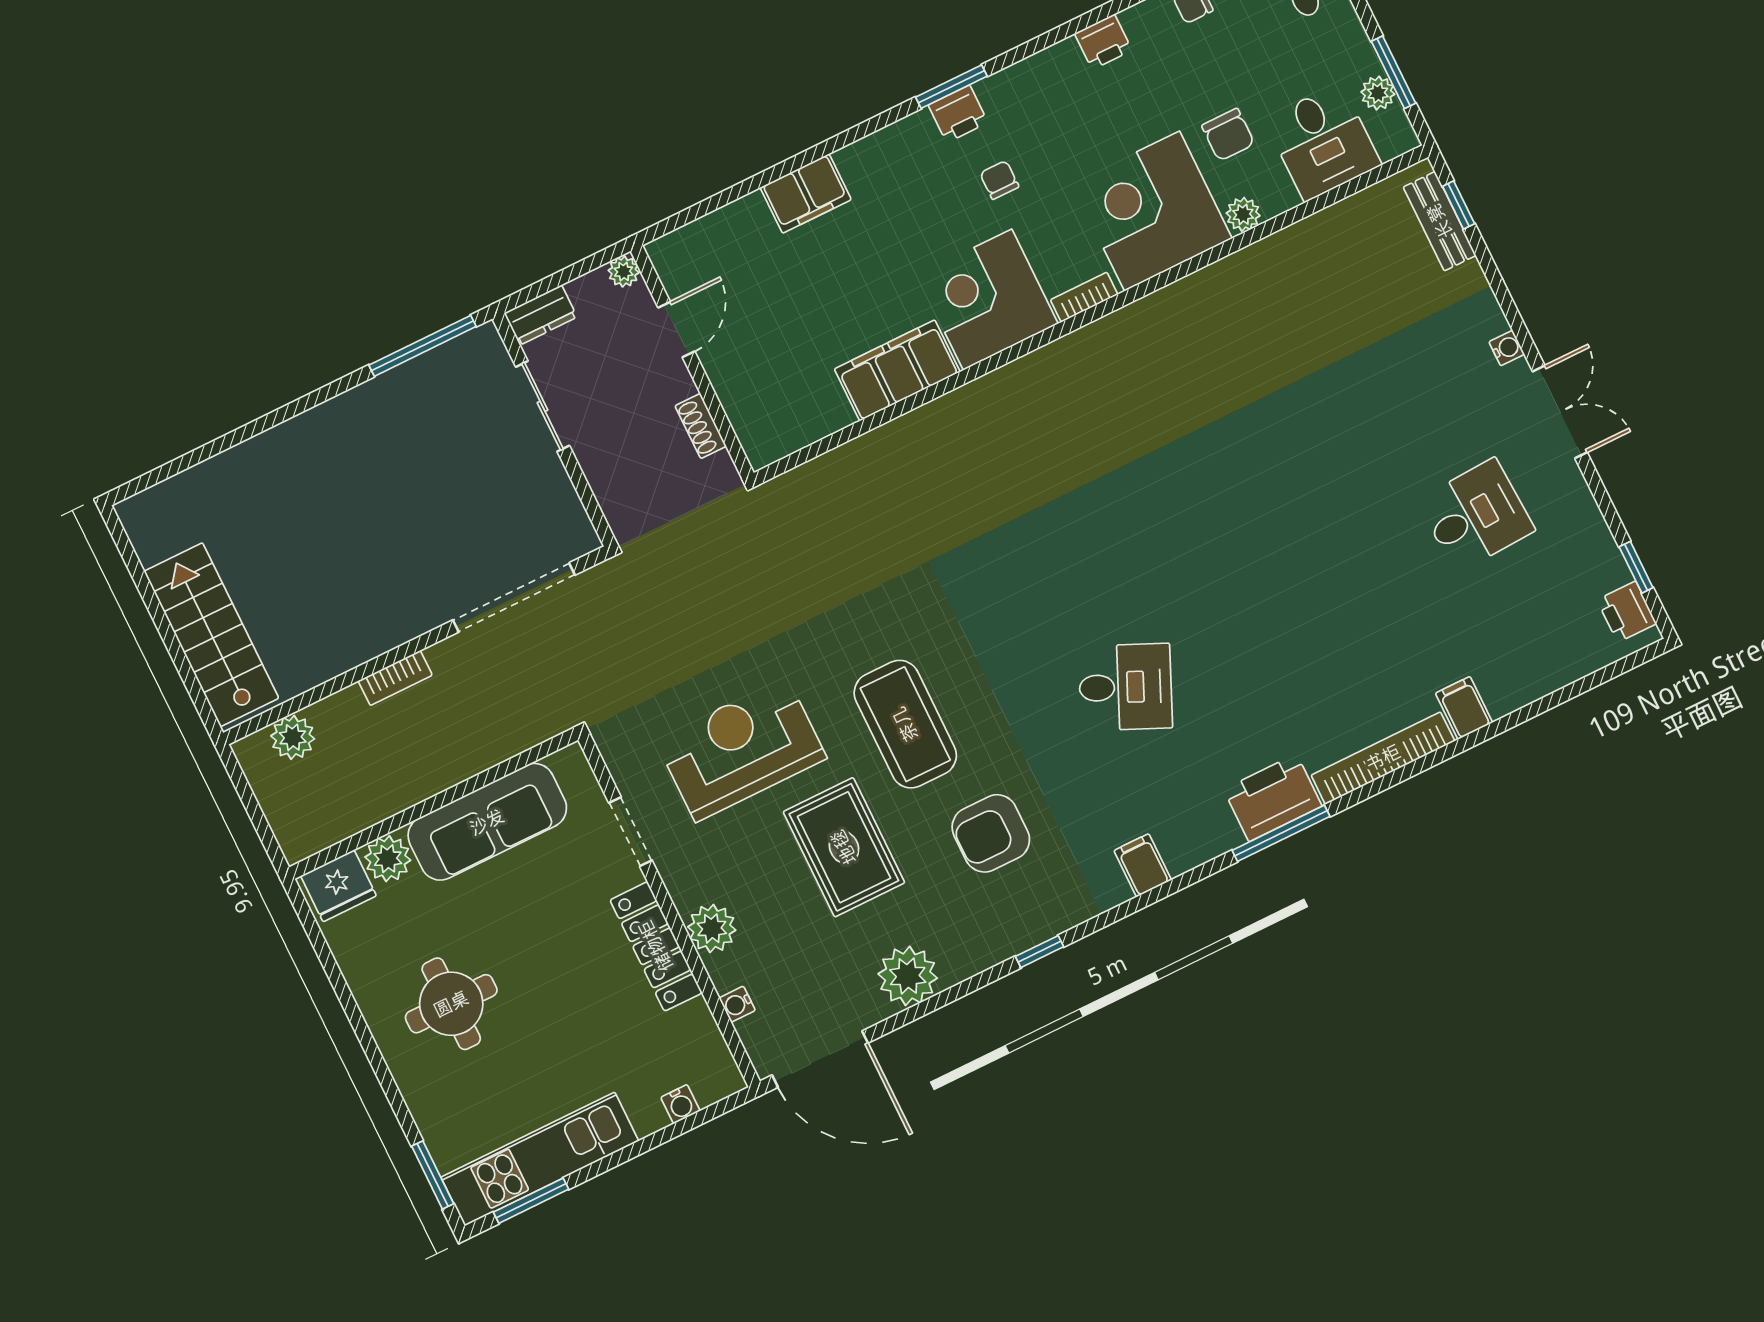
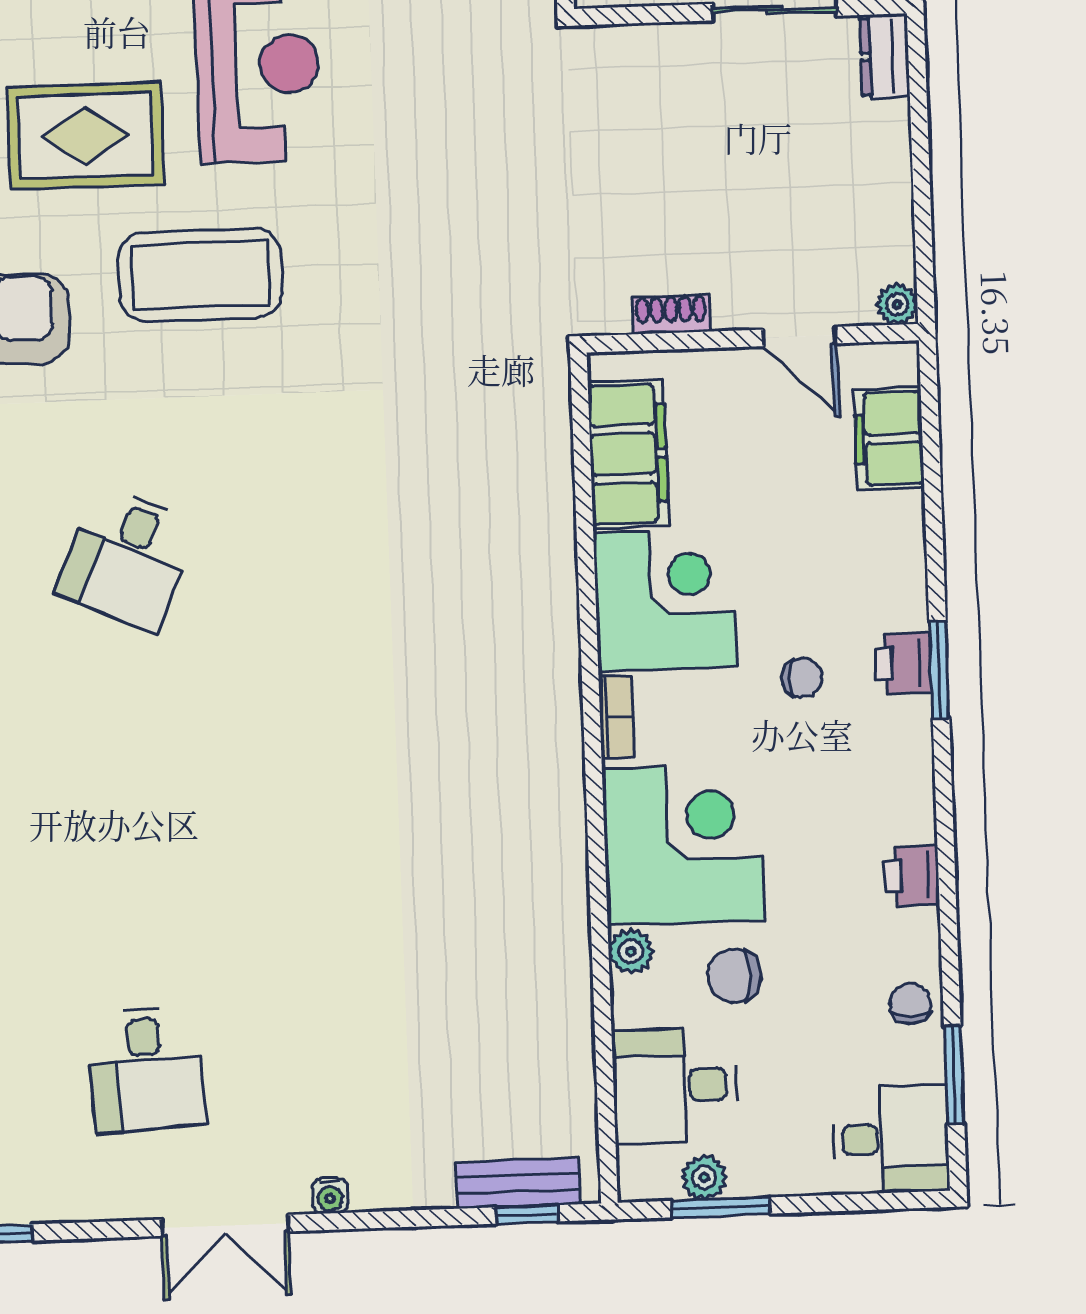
plant: (624, 272) -> (897, 304), moved
door: (676, 329) -> (800, 336), moved
wall: (692, 362) -> (752, 338), moved
shoe rack: (701, 426) -> (671, 314), moved

